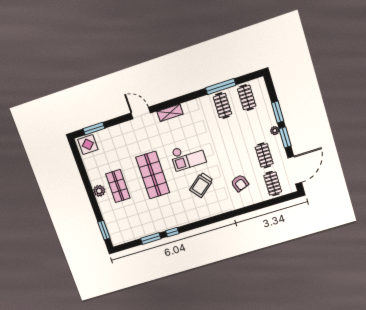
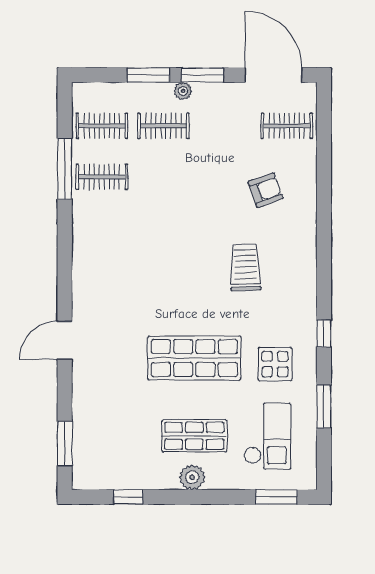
shelving: (170, 113) -> (83, 283), removed
display table: (88, 144) -> (275, 364), moved
clothes rail: (264, 155) -> (163, 126), moved
checkout: (188, 156) -> (267, 436), moved
window: (80, 165) -> (128, 497), added
trolley: (201, 185) -> (245, 267), turned -143
window: (172, 232) -> (324, 333), moved

